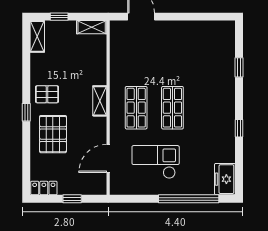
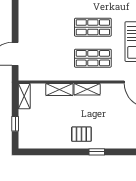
shelving: (37, 36) -> (59, 89), moved
pallet: (47, 94) -> (81, 134), turned 90
pallet: (53, 134) -> (115, 129), removed

